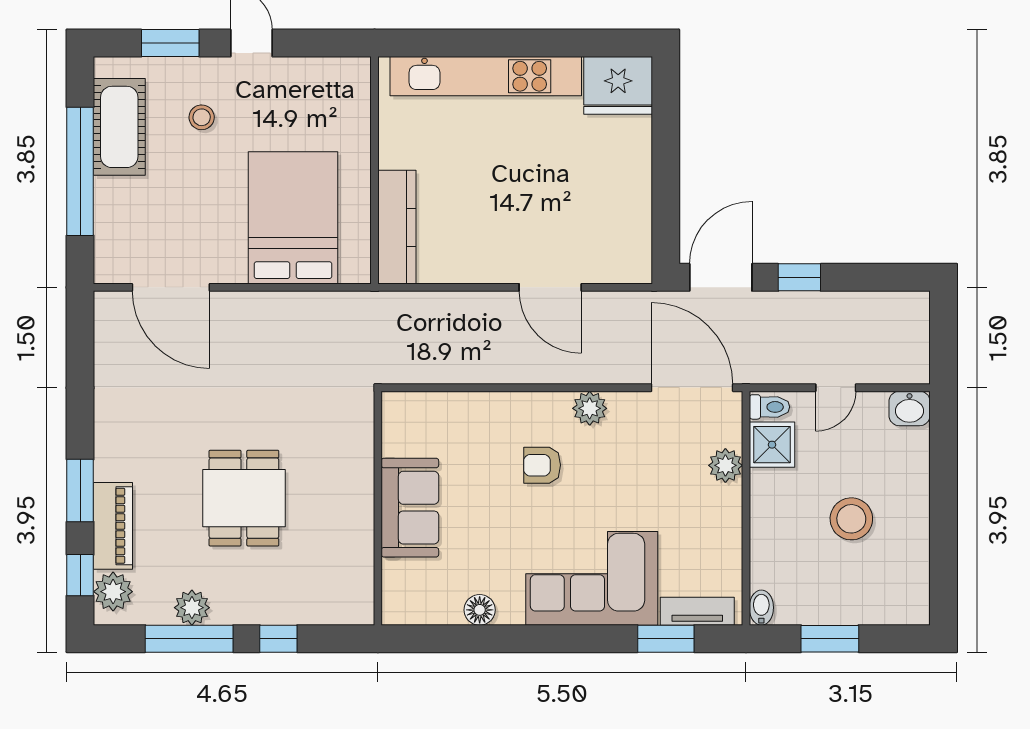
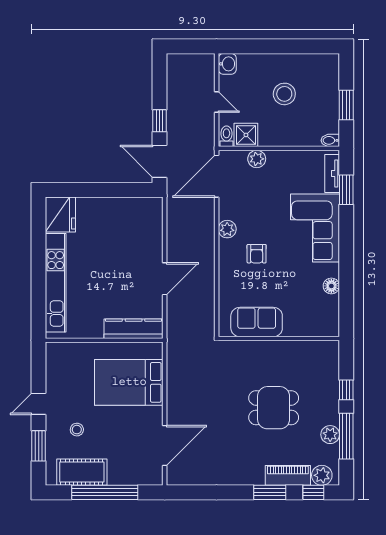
door: (550, 287) -> (165, 279), moved
sofa: (410, 508) -> (257, 322), moved

